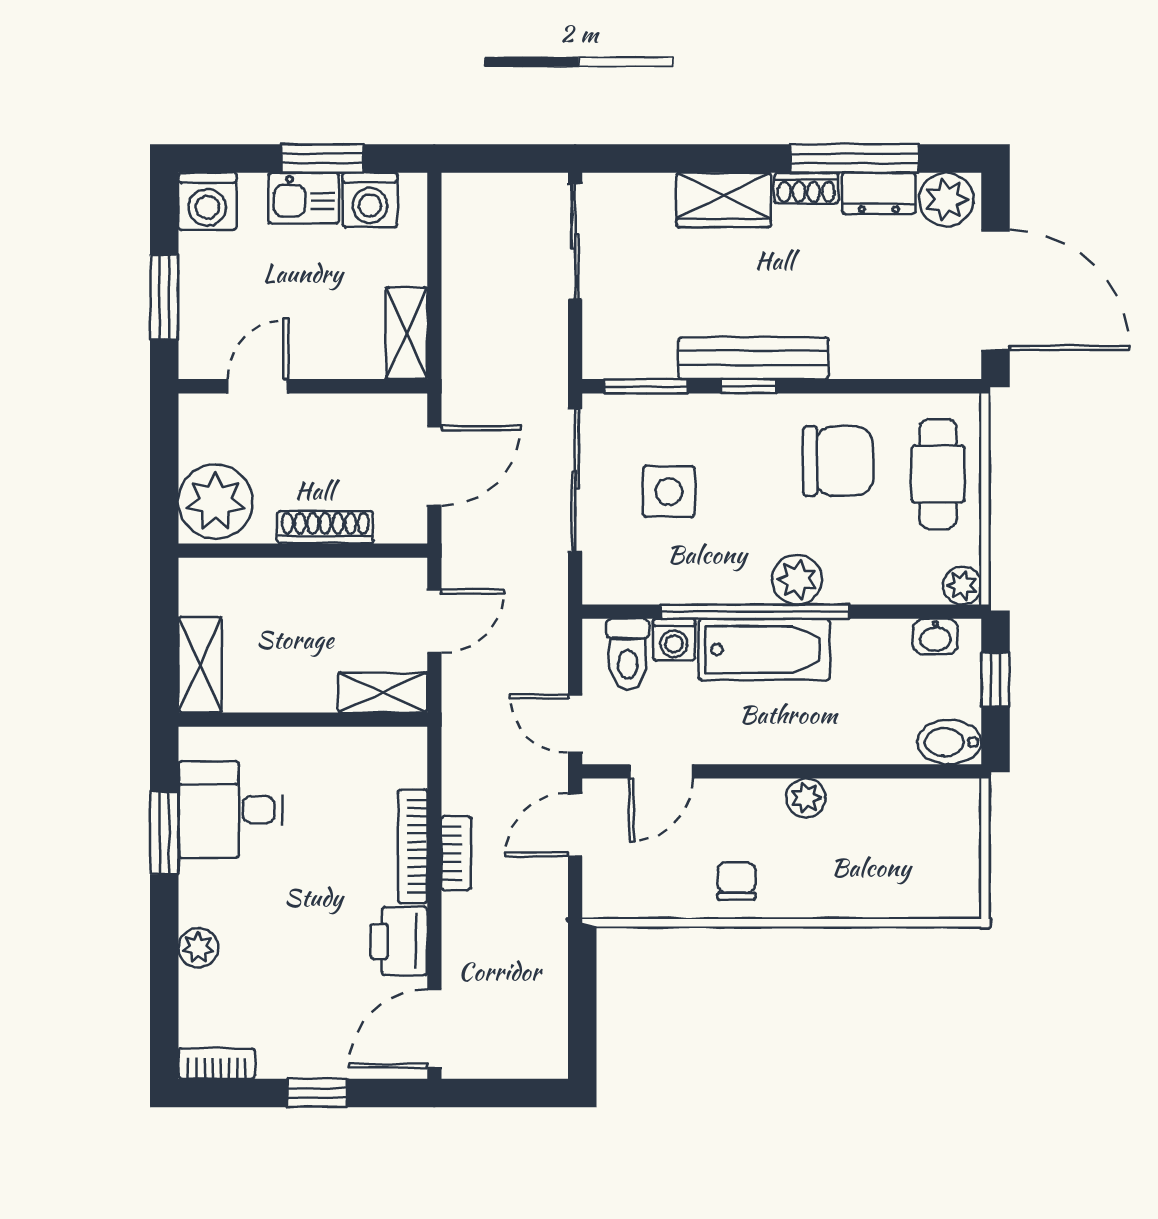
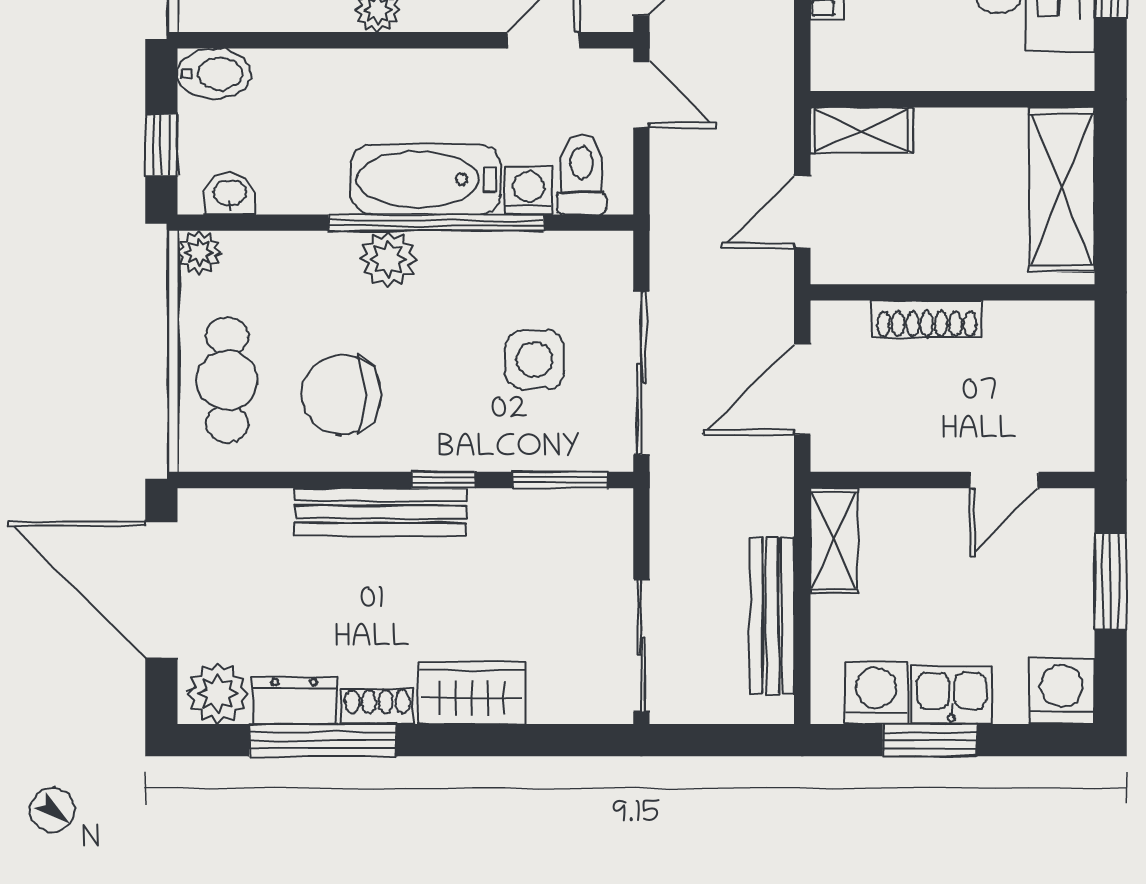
bench: (461, 267) -> (772, 616), added
bench: (754, 358) -> (380, 512), moved
plant: (216, 502) -> (1052, 348), removed
shelving: (200, 665) -> (1062, 189), width x1.50, depth x1.33

